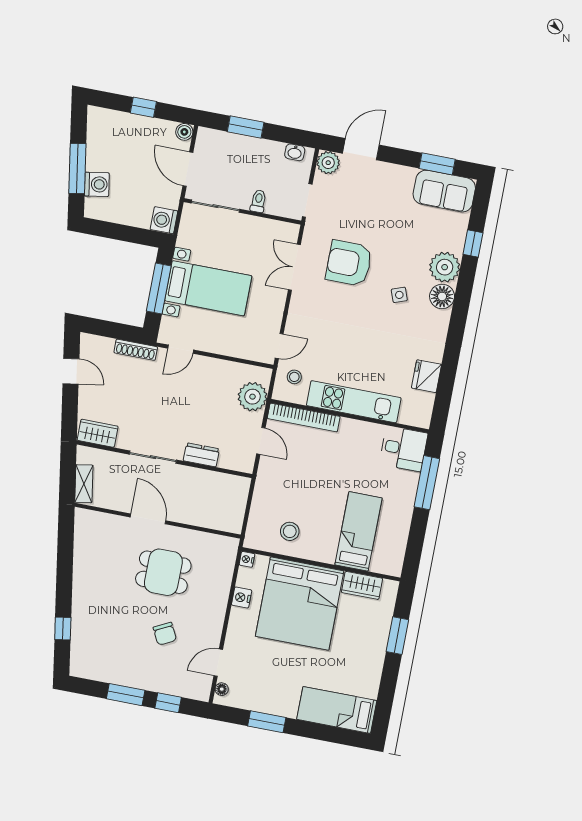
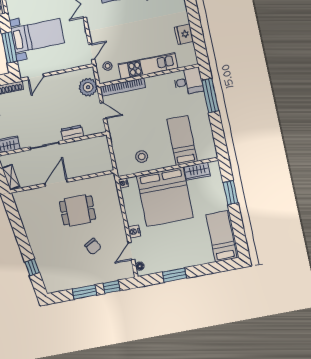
door: (148, 519) -> (56, 183), hinge flipped
nightstand: (242, 598) -> (134, 232), moved
bed: (337, 710) -> (221, 236), moved, turned 90

